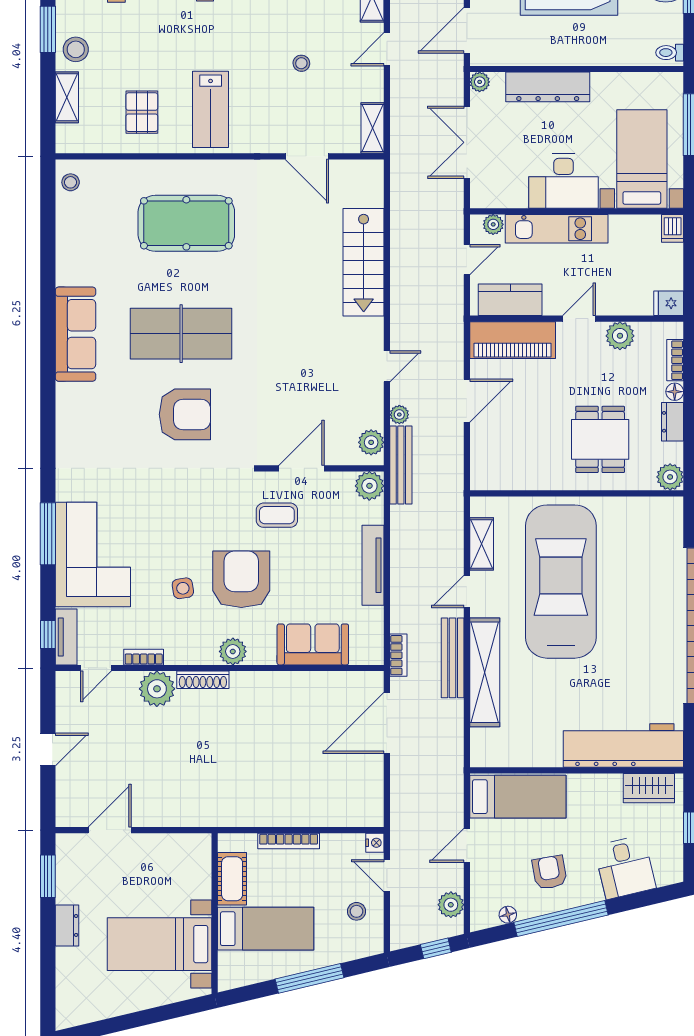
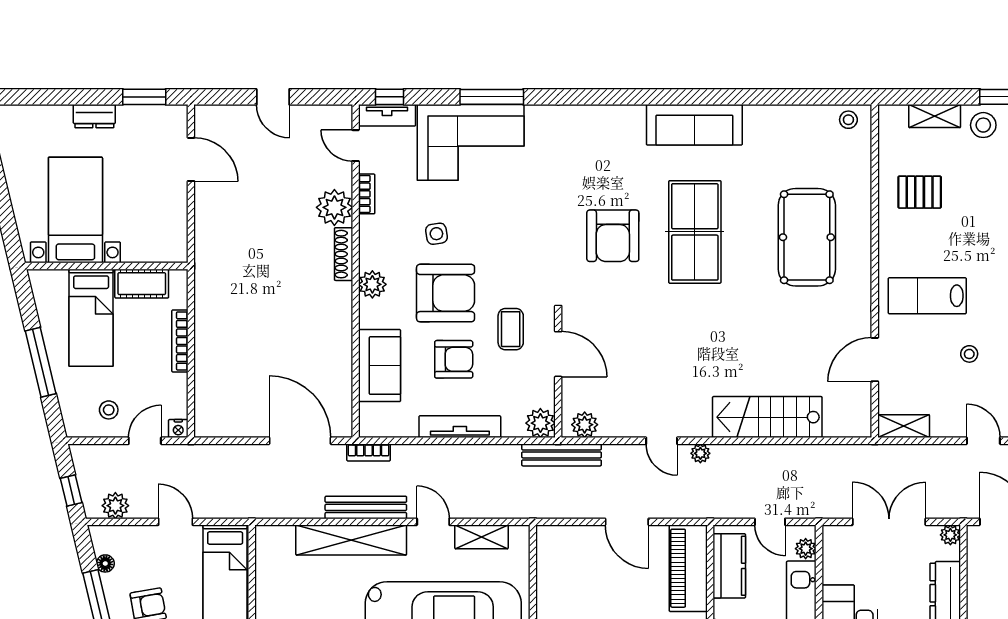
lab bench: (211, 109) -> (927, 296), moved
plant: (399, 415) -> (700, 453), moved
armchair: (307, 571) -> (454, 359), added

